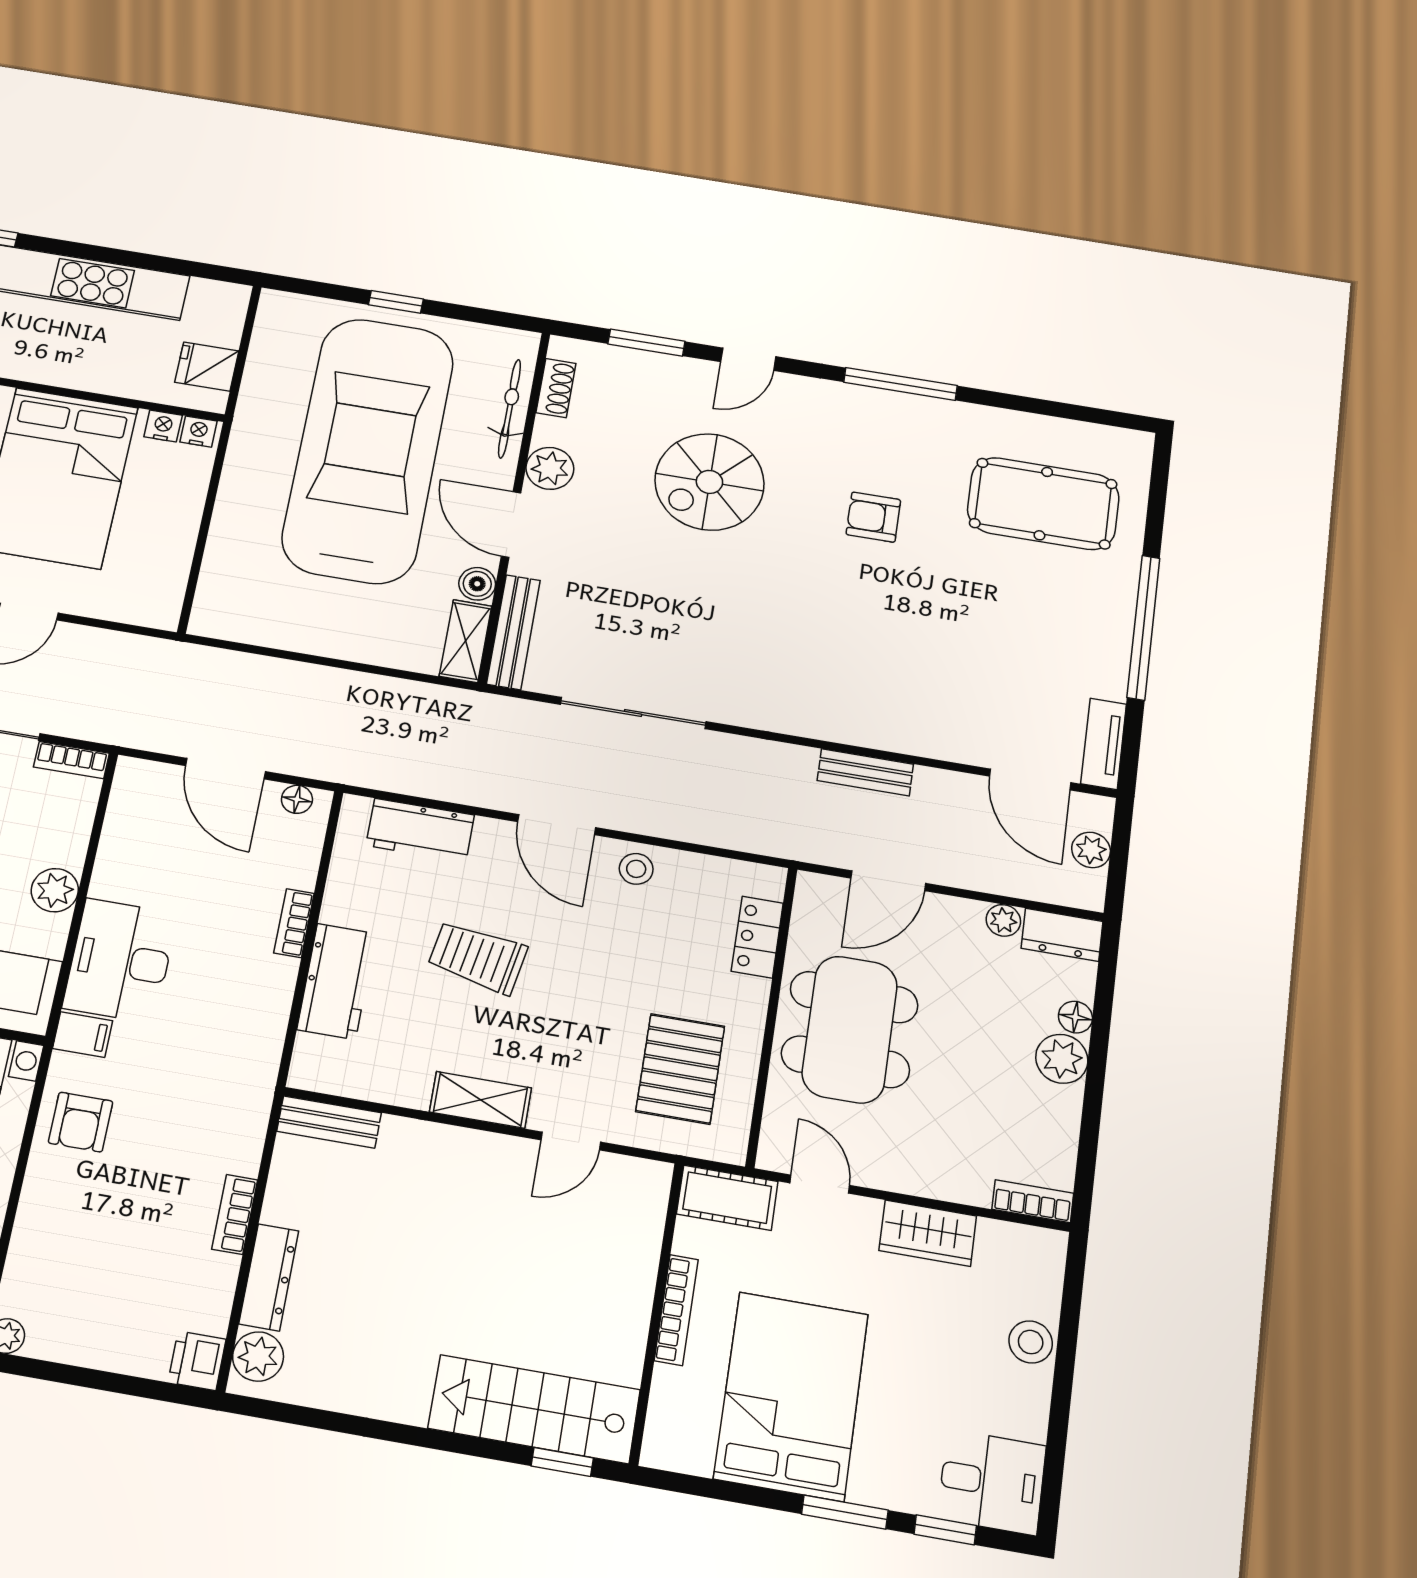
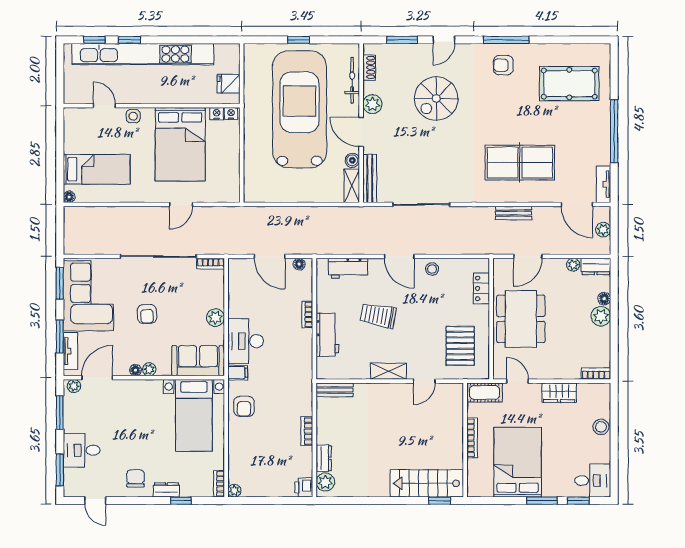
armchair: (873, 517) -> (503, 65), moved
table tennis table: (897, 659) -> (520, 163), added
dresser: (269, 1277) -> (324, 458), width x0.70

